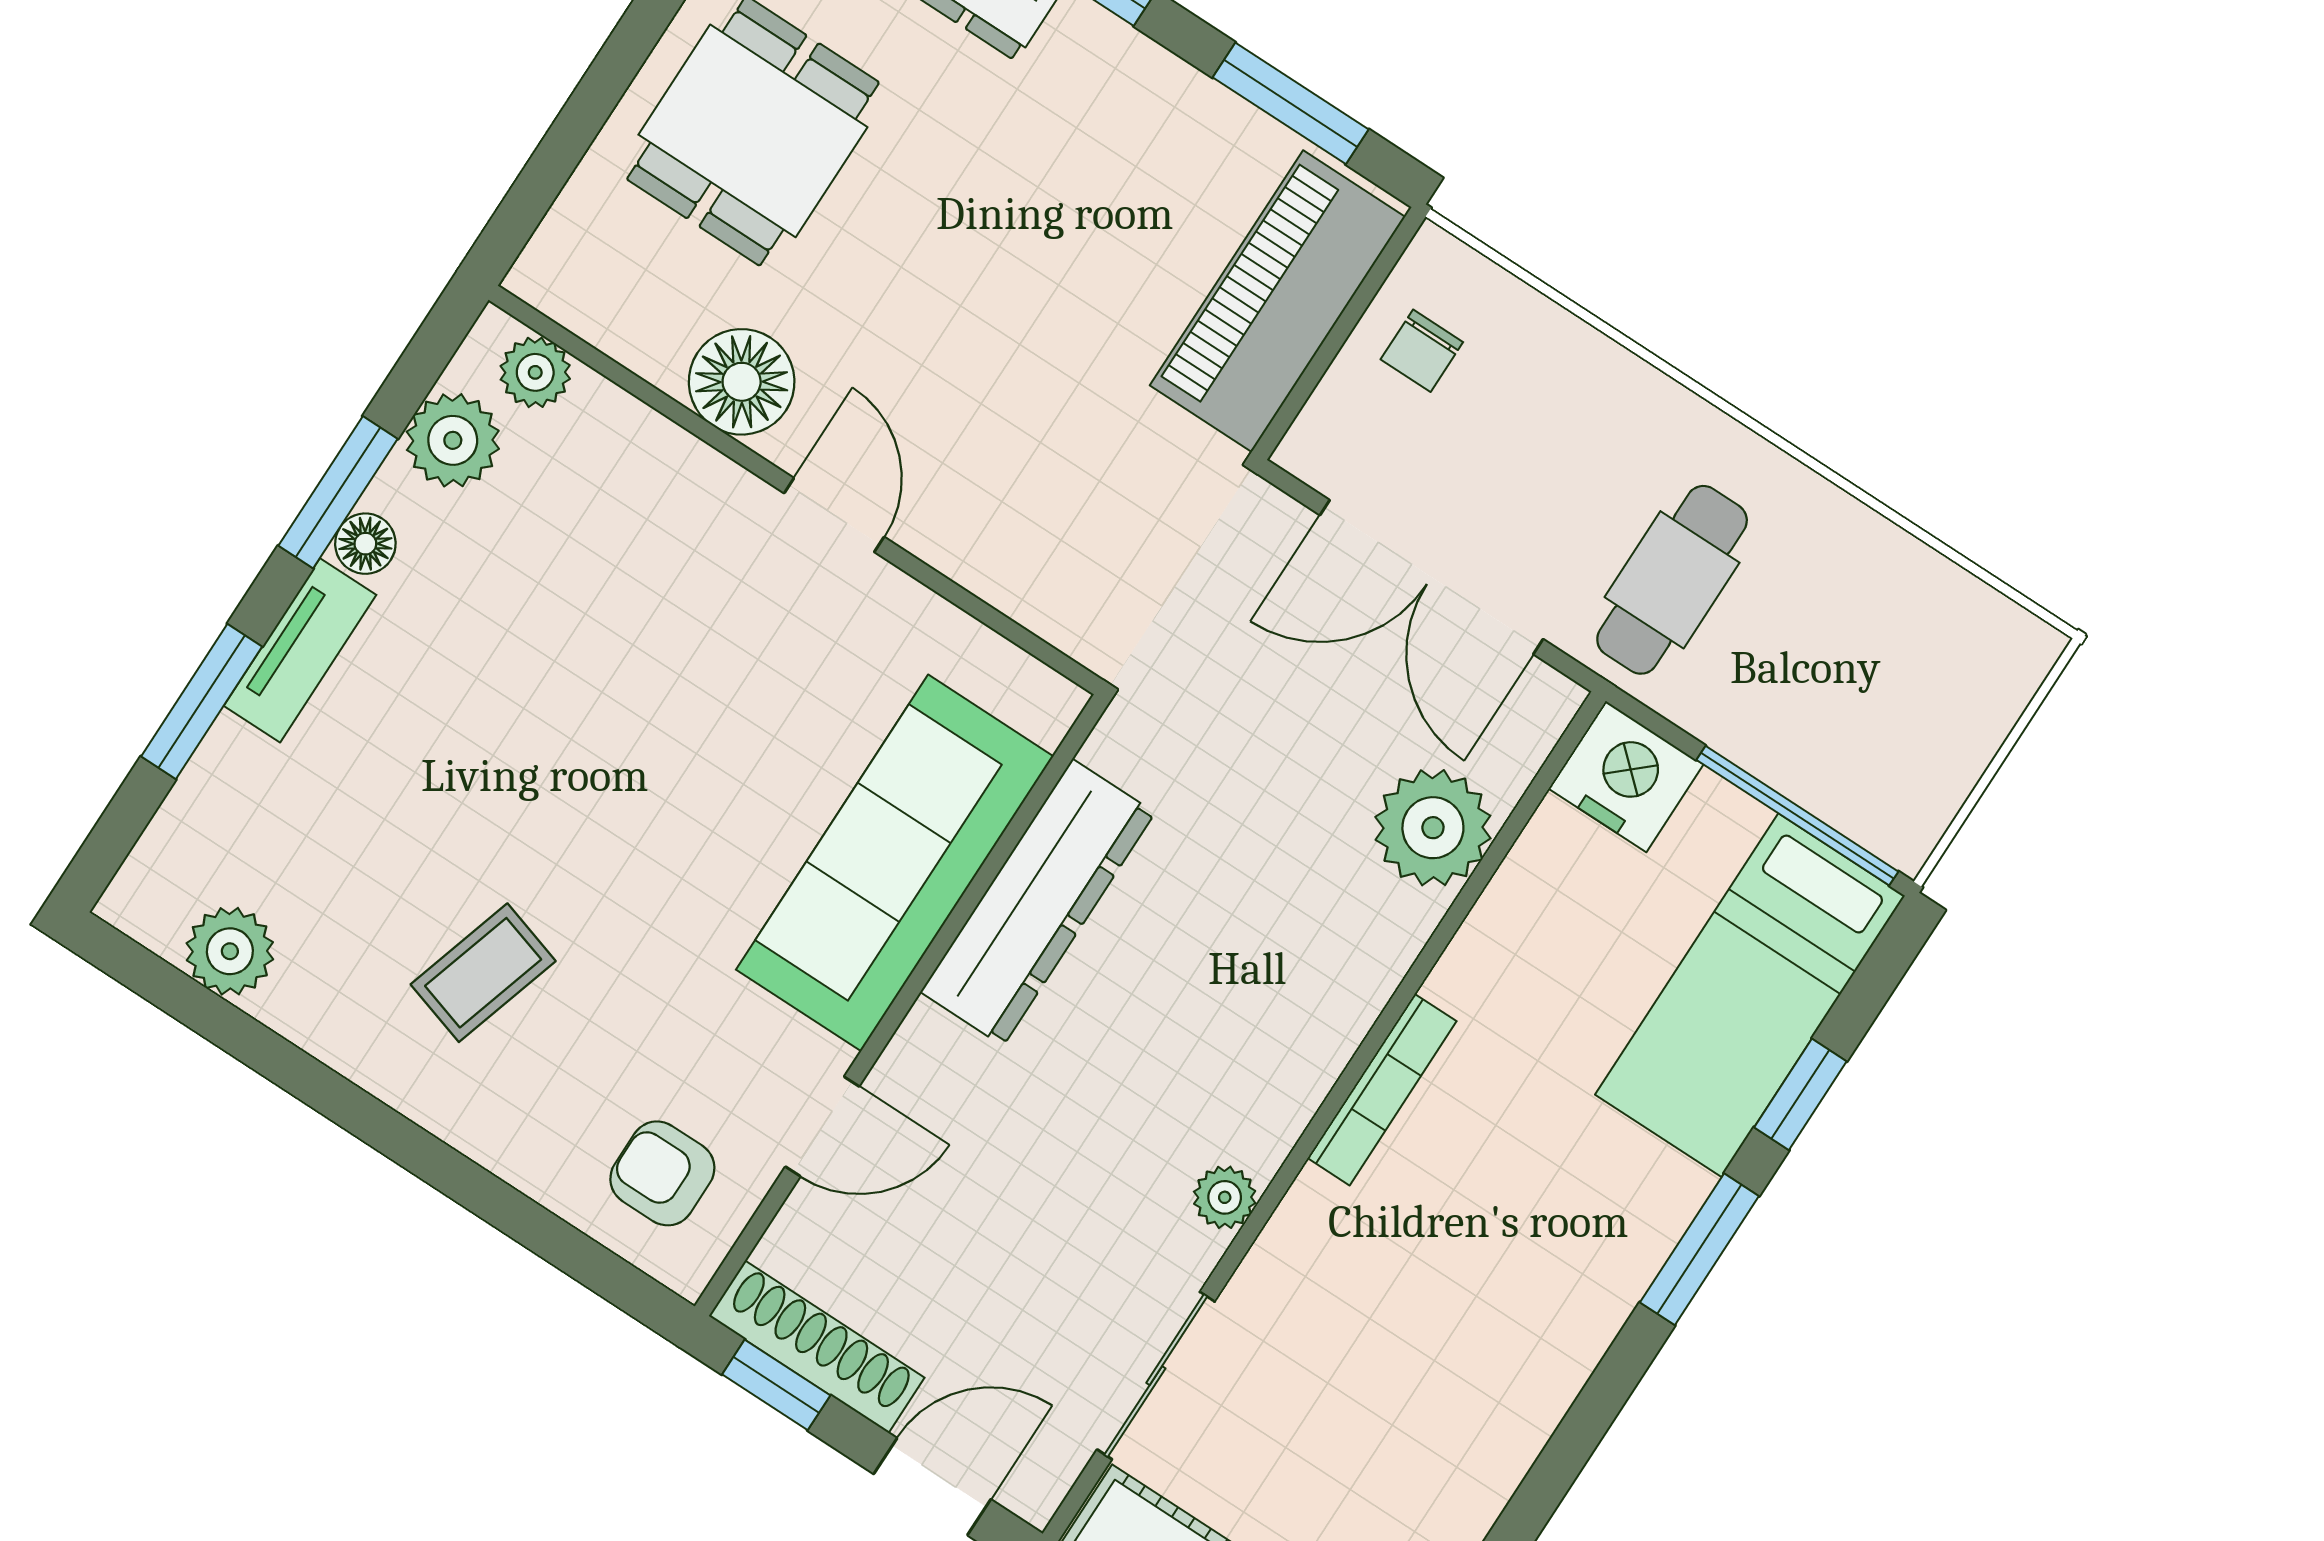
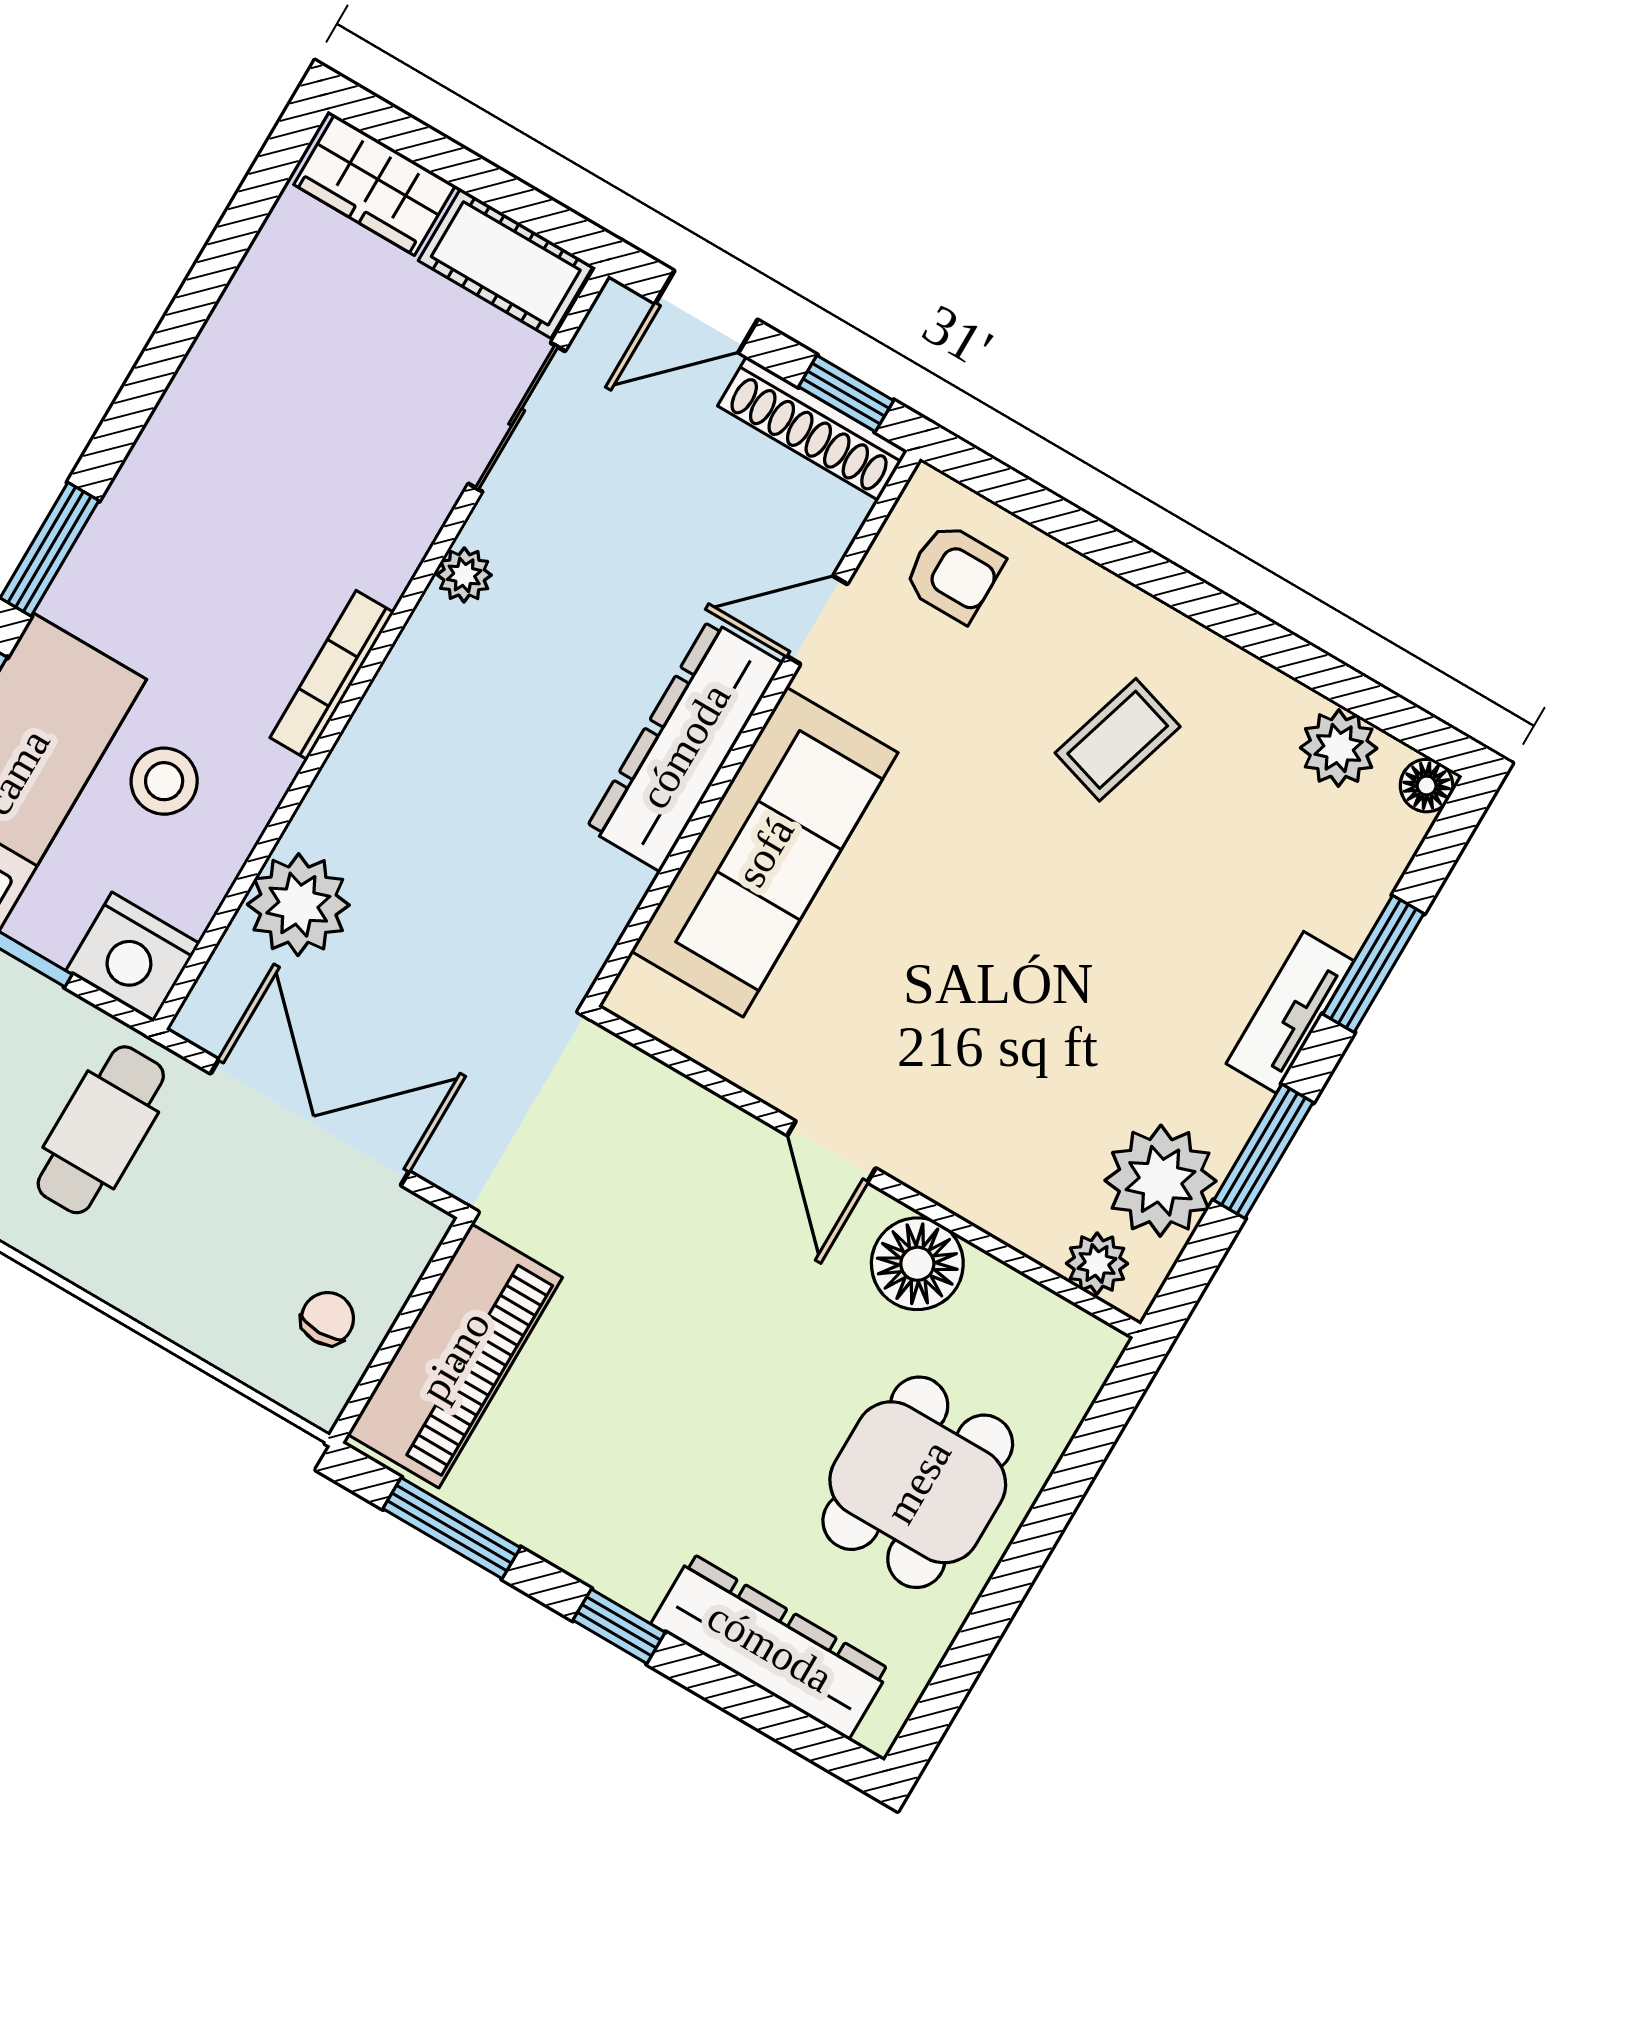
plant: (453, 440) -> (1161, 1181), width x1.36, depth x1.36
floor lamp: (365, 544) -> (1427, 786), moved
dresser: (1038, 902) -> (685, 746), moved
stool: (1580, 977) -> (164, 781), added

